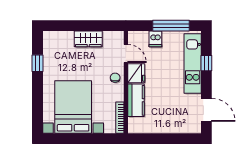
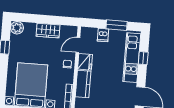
window: (171, 26) -> (117, 25), width x0.69
plant: (50, 39) -> (17, 28), added
door: (126, 53) -> (78, 45), swing flipped

